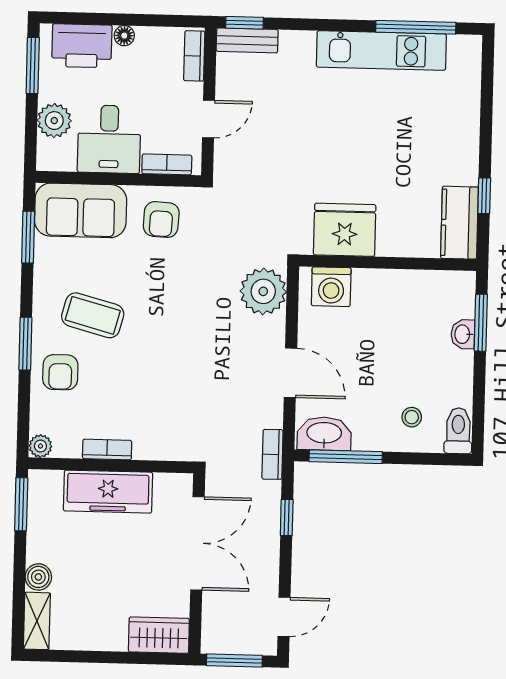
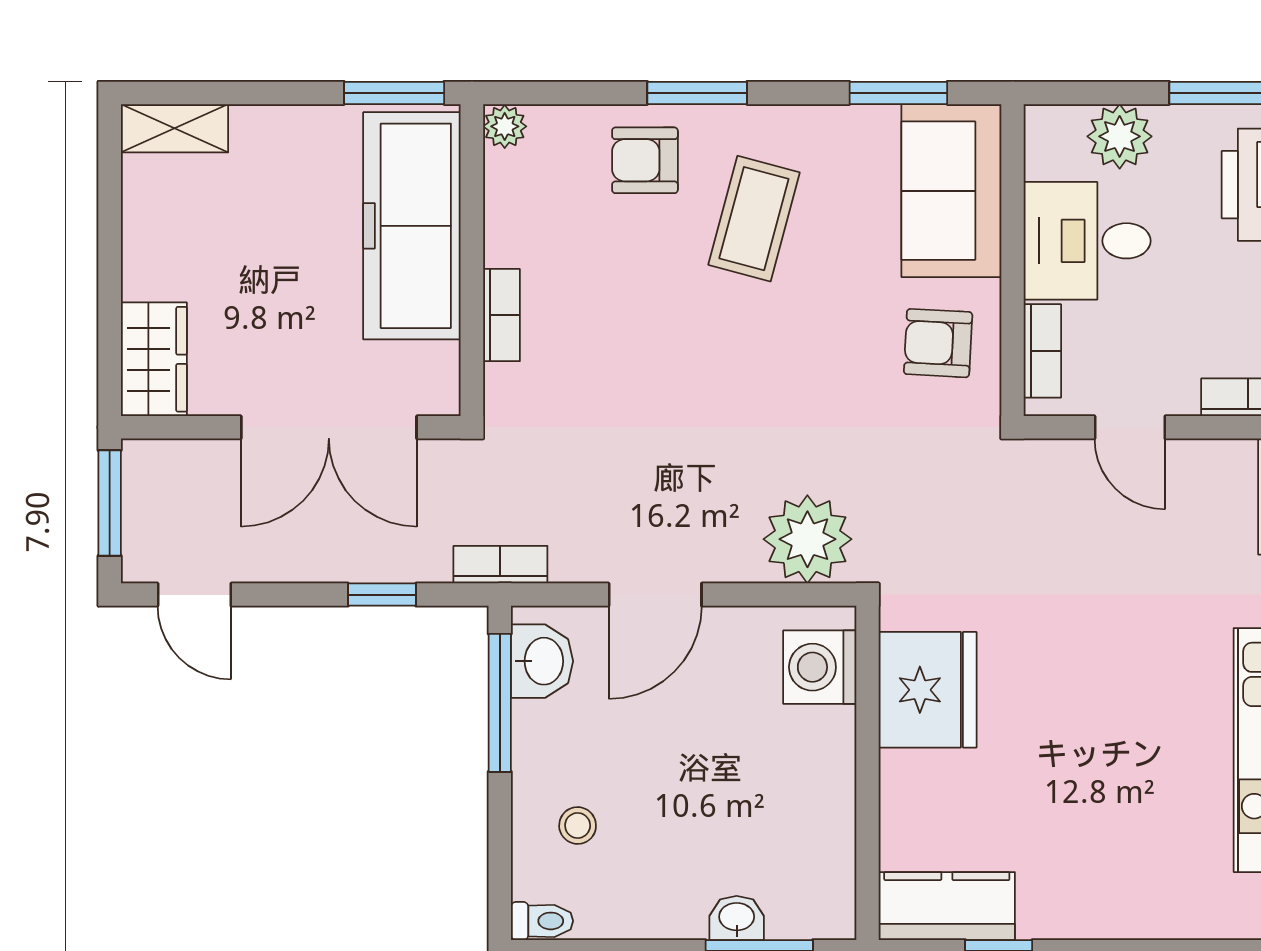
toilet: (458, 431) -> (542, 921), width x0.73, depth x0.72
washbasin: (324, 434) -> (542, 661), width x0.72
bookcase: (107, 449) -> (501, 315), moved
freezer: (108, 492) -> (412, 226), width x1.36, depth x1.26
boiler: (38, 577) -> (258, 129), removed

